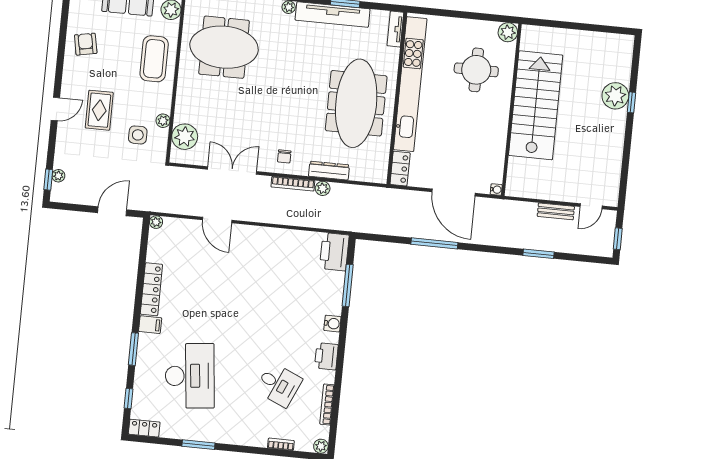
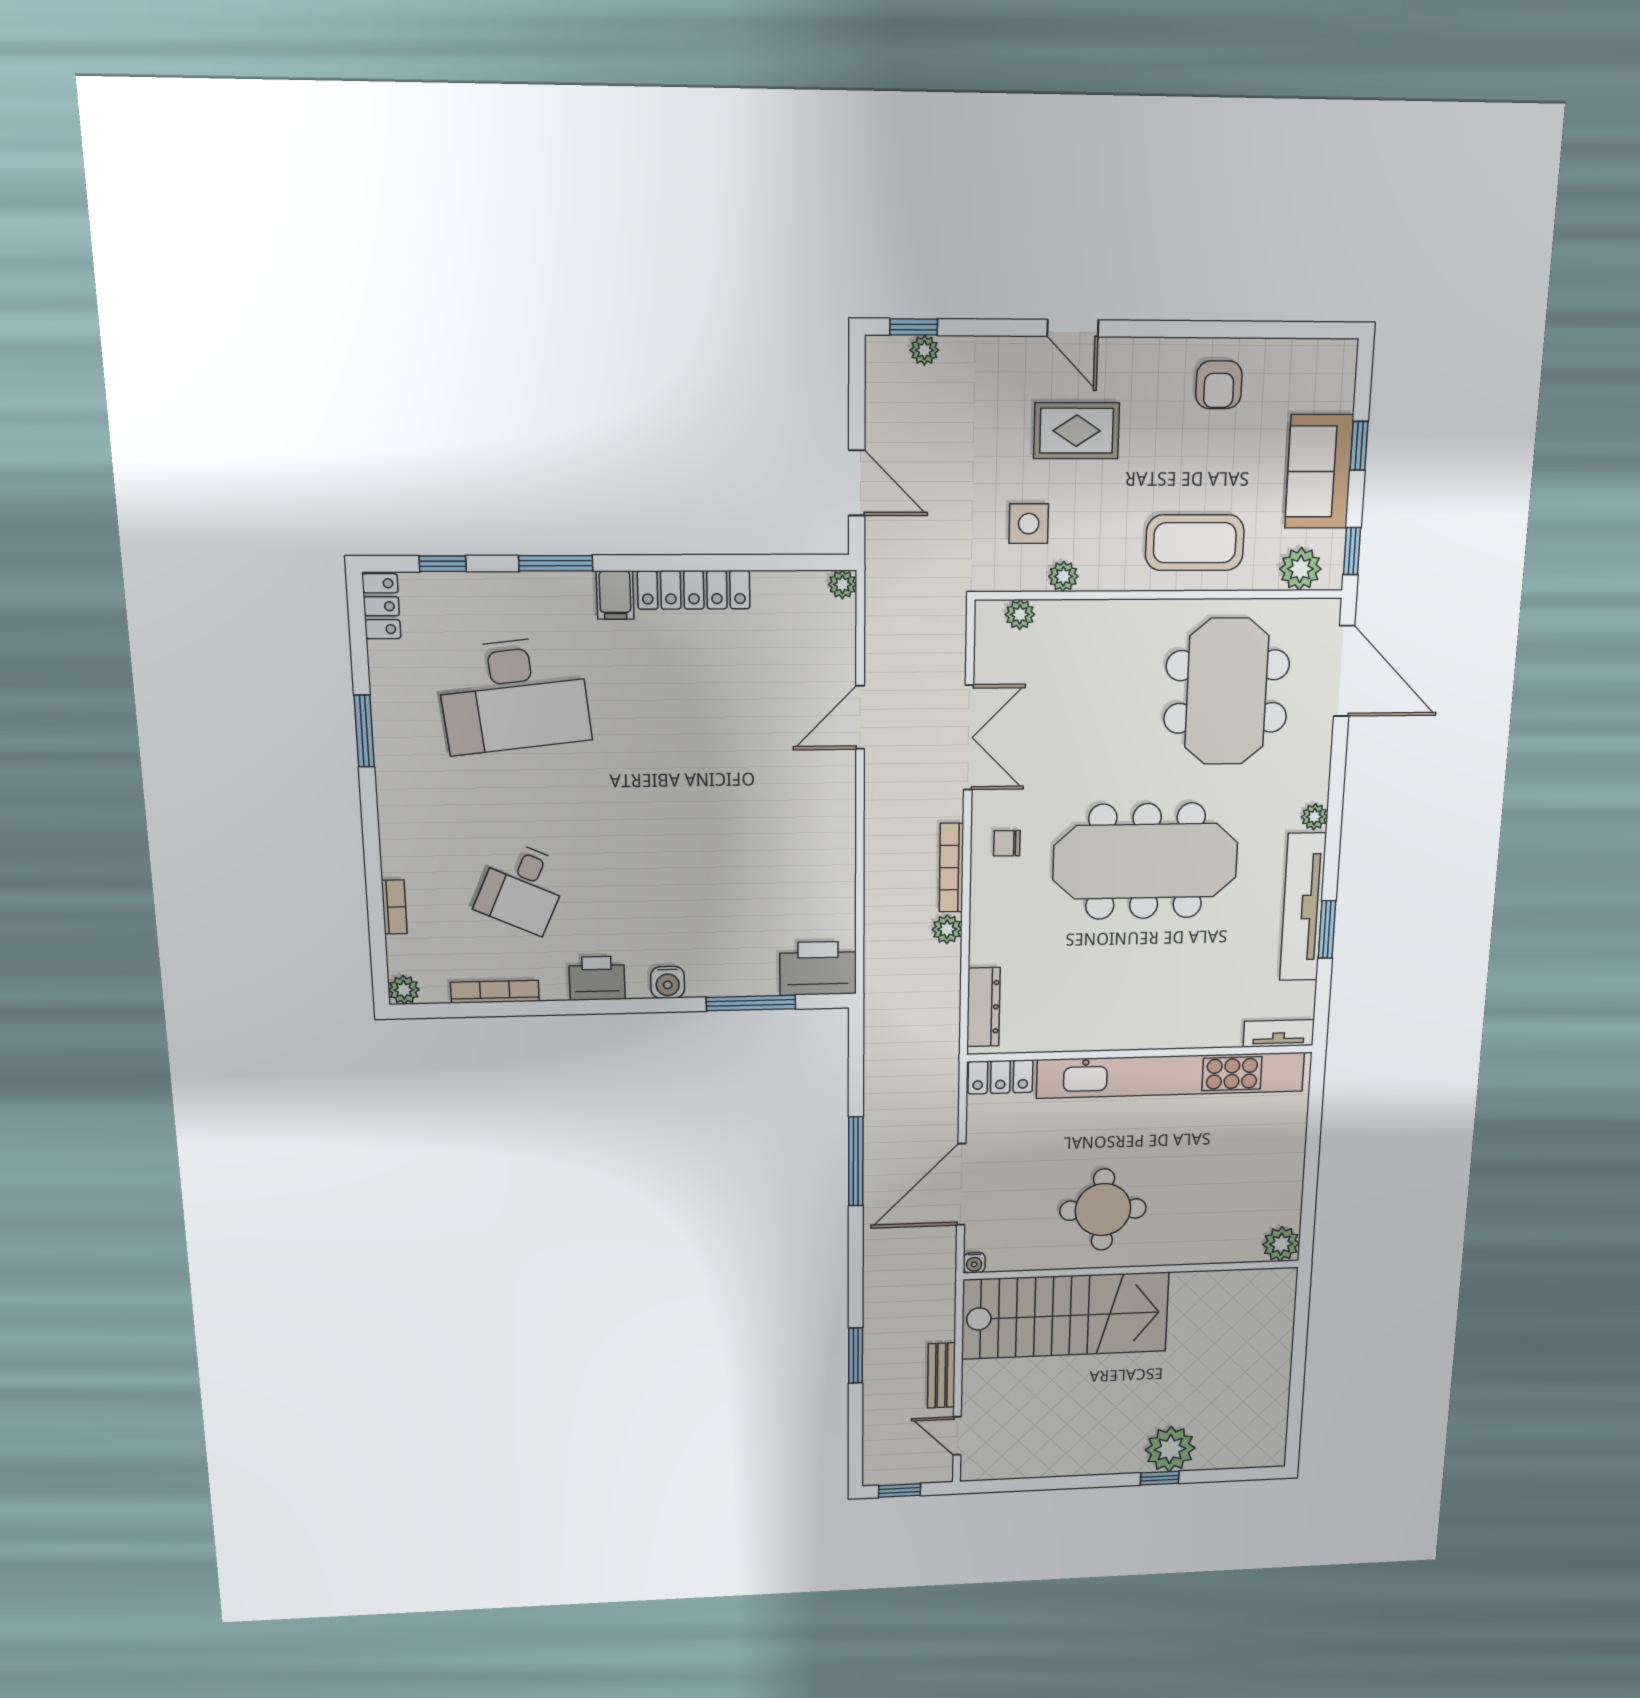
armchair: (86, 44) -> (1219, 385), turned 101
round table: (476, 70) -> (1103, 1210), moved
meeting table: (356, 103) -> (1145, 861), moved
stairs: (536, 105) -> (1065, 1316), moved
plant: (185, 137) -> (1020, 615), width x0.53, depth x0.53
dresser: (329, 171) -> (984, 1007), moved

